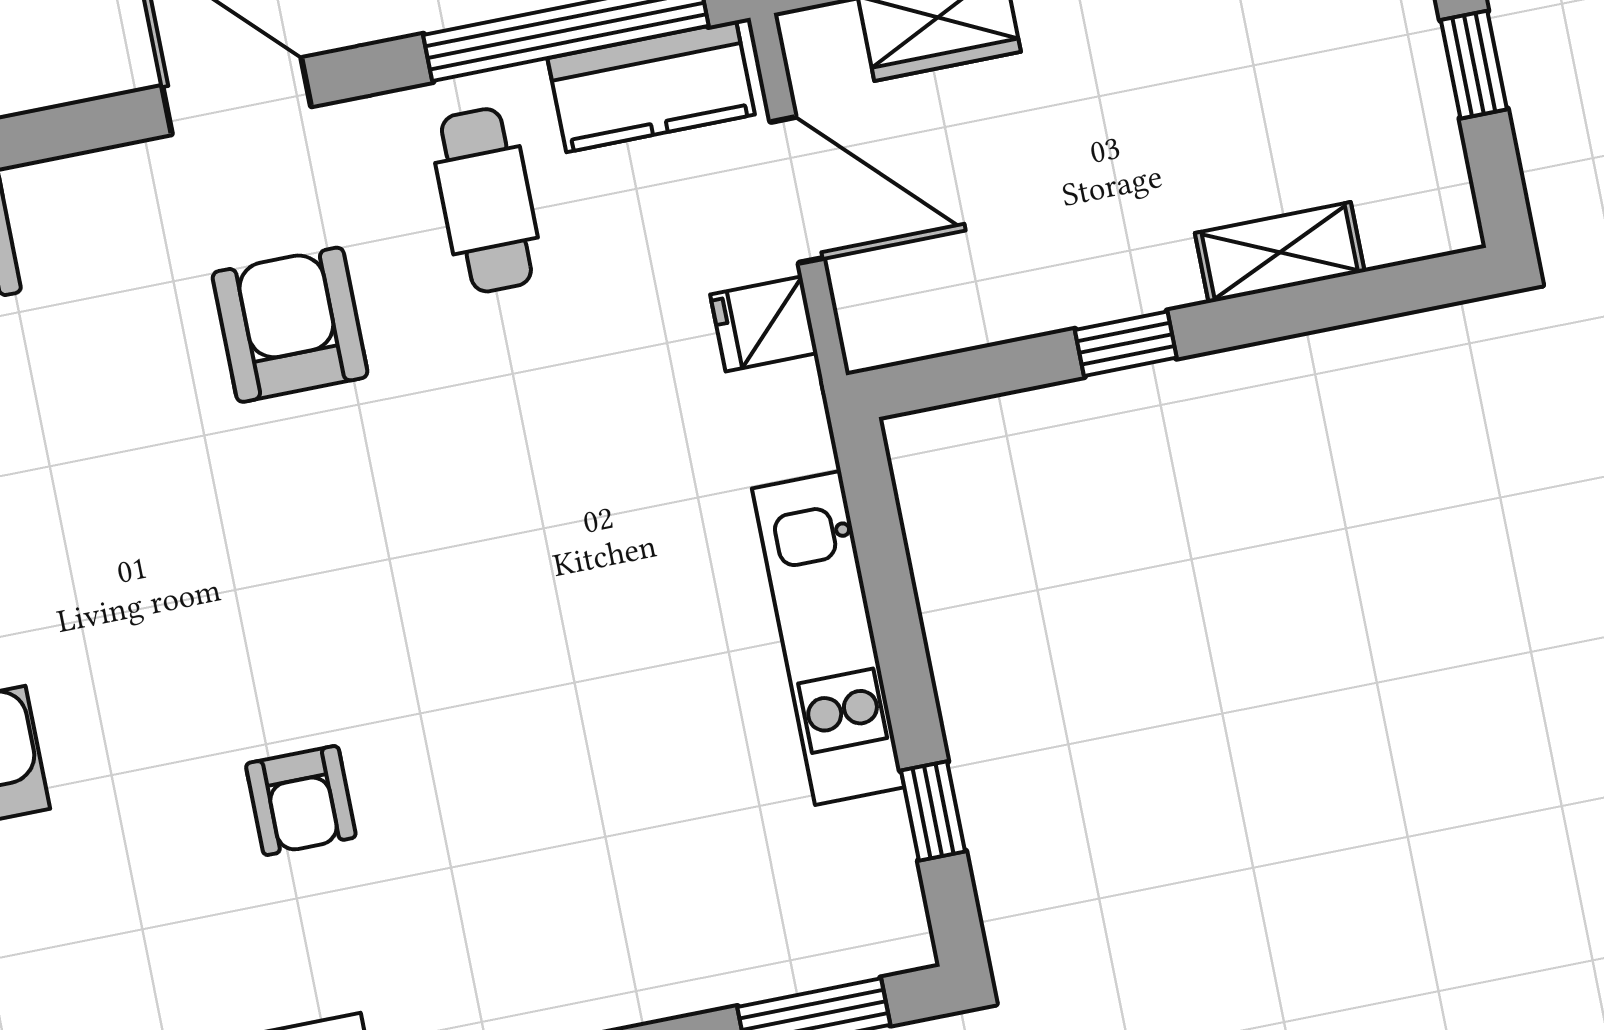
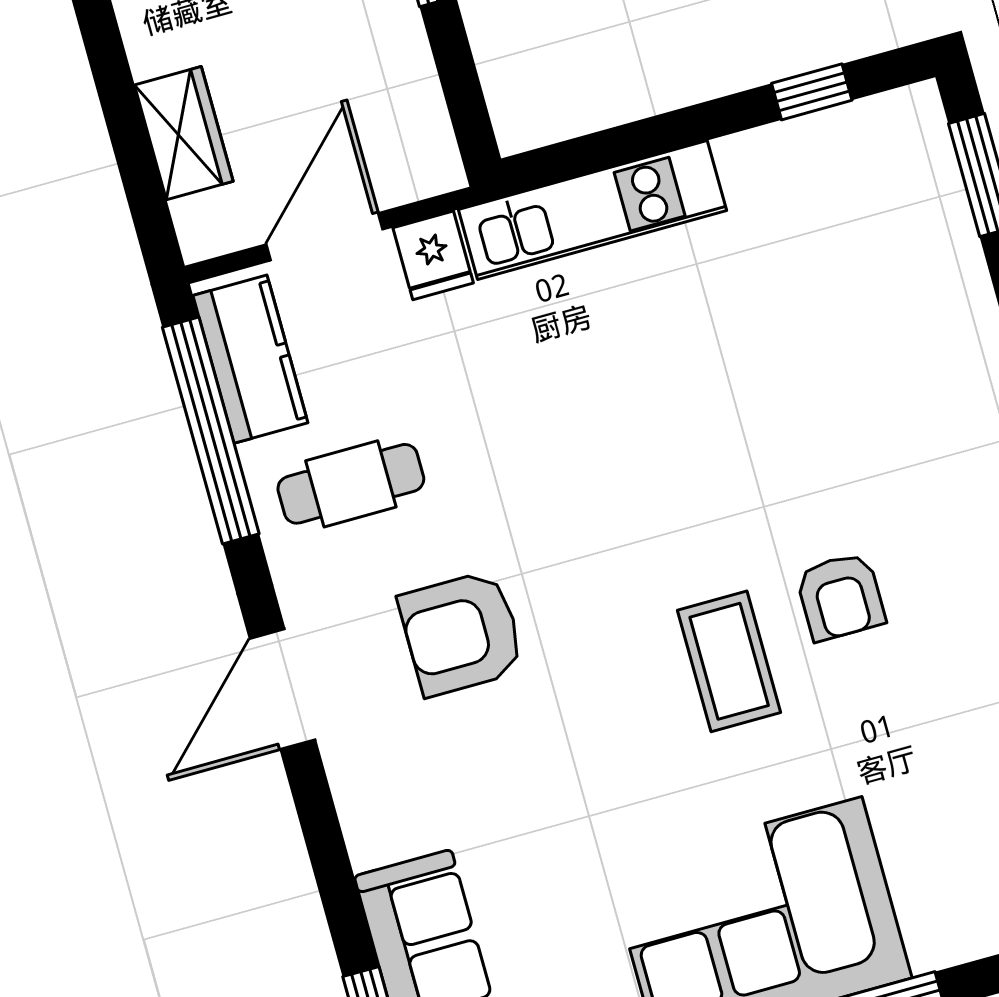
kitchen unit: (828, 638) -> (592, 210), moved
coffee table: (230, 656) -> (729, 661), added
armchair: (301, 800) -> (840, 597), turned 90

